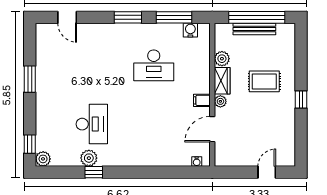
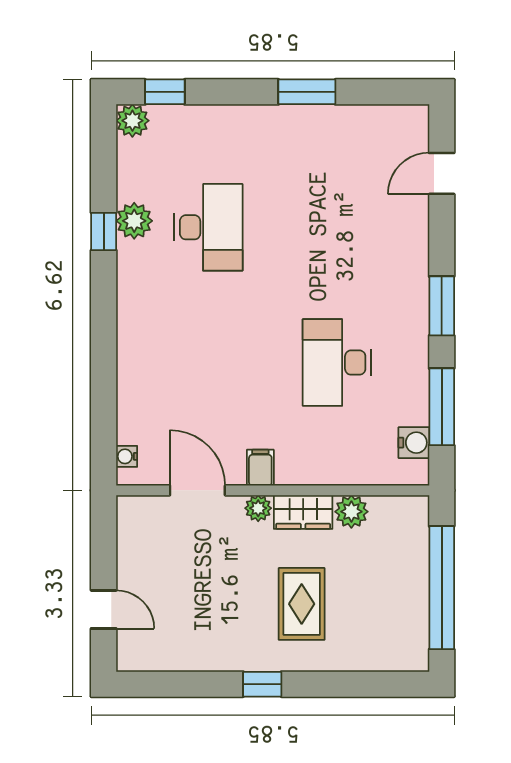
bench: (254, 29) -> (416, 583), removed
desk: (92, 124) -> (208, 227), turned -90

